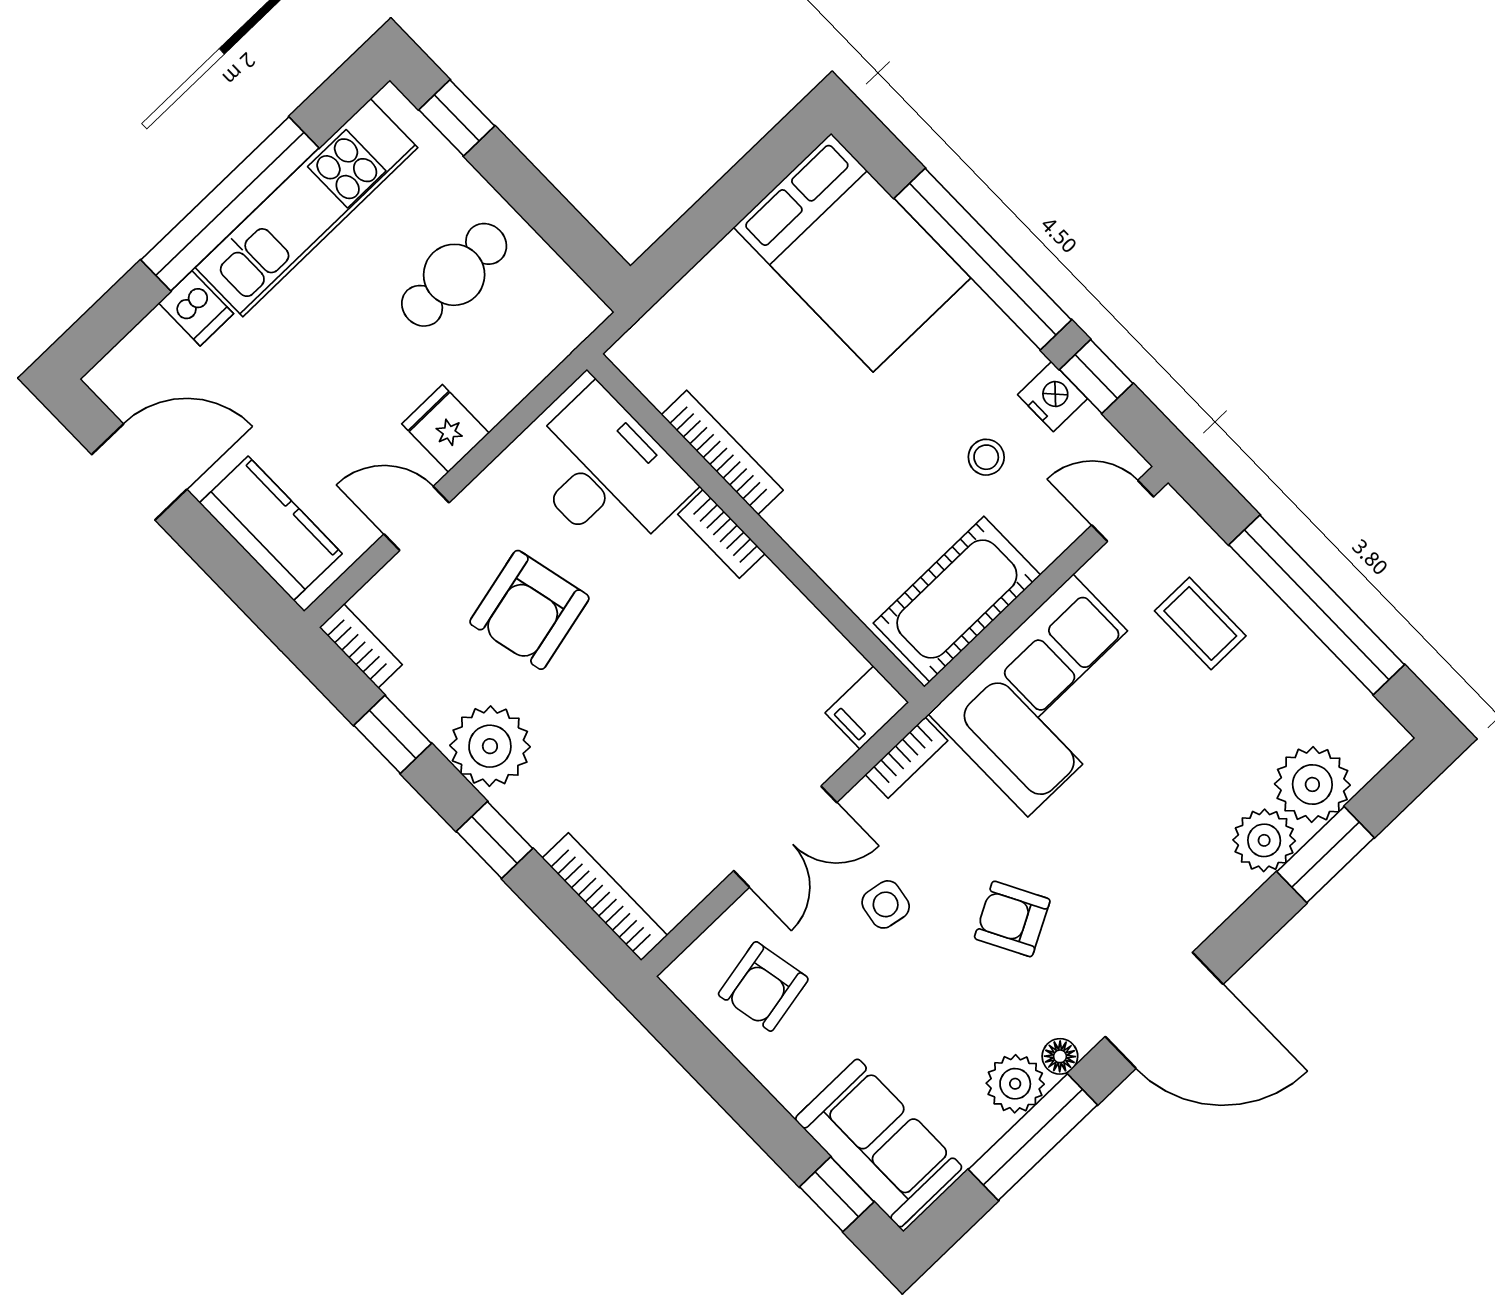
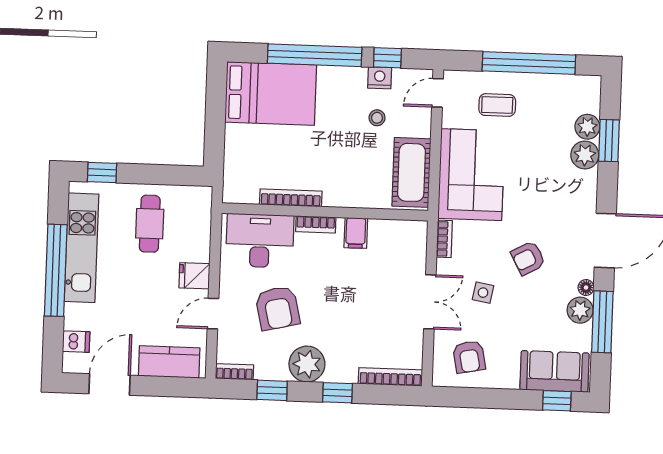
dishwasher: (196, 308) -> (76, 342), moved
filing cabinet: (867, 708) -> (356, 233), moved
plant: (1312, 784) -> (587, 127), width x0.73, depth x0.73

